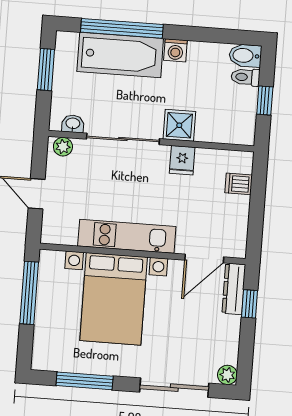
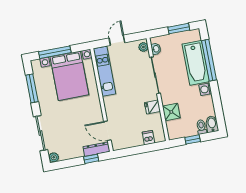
shower: (179, 125) -> (171, 112), moved
kitchen unit: (127, 236) -> (105, 71), moved
window: (29, 293) -> (55, 52), moved
bed with nightstands: (114, 299) -> (69, 76), moved, turned -90

